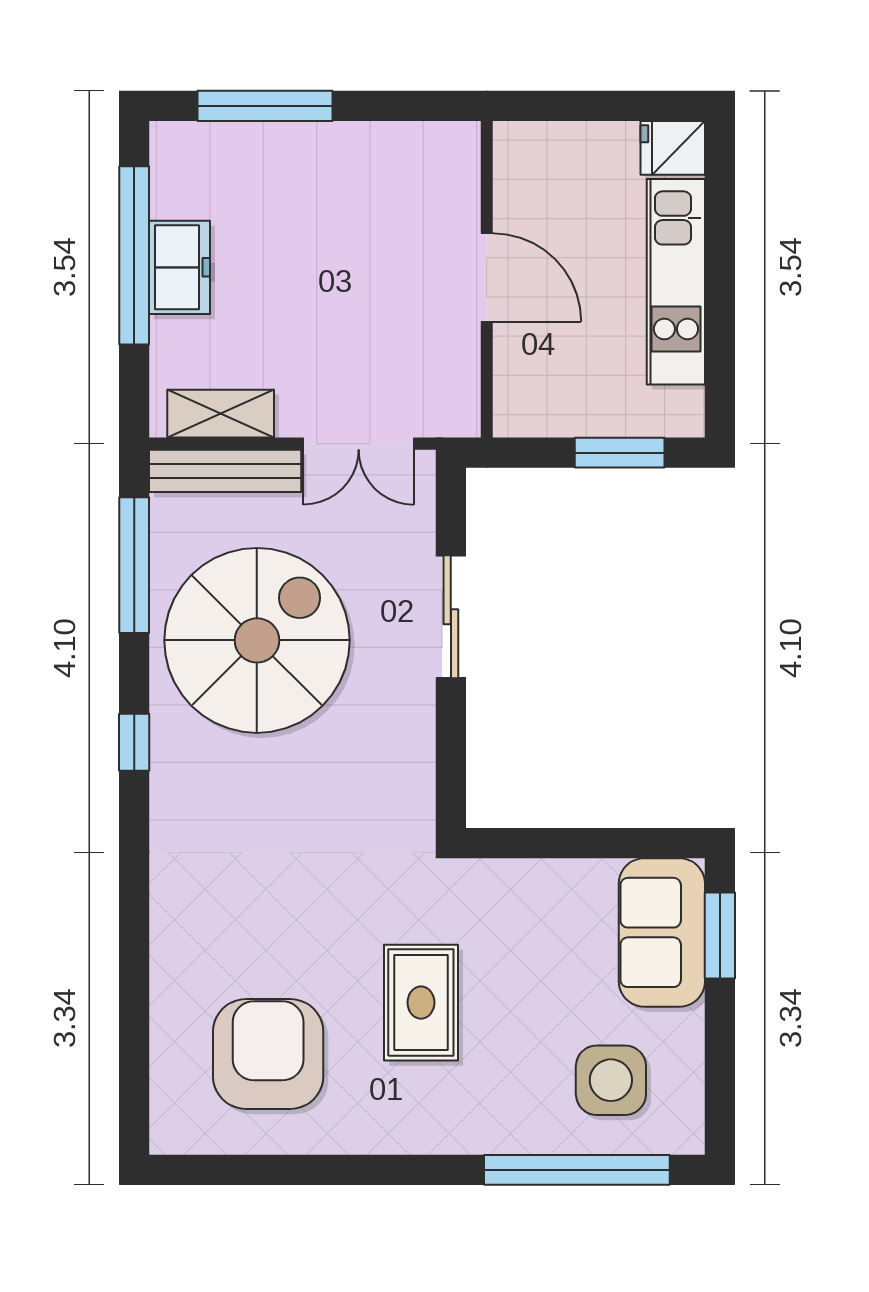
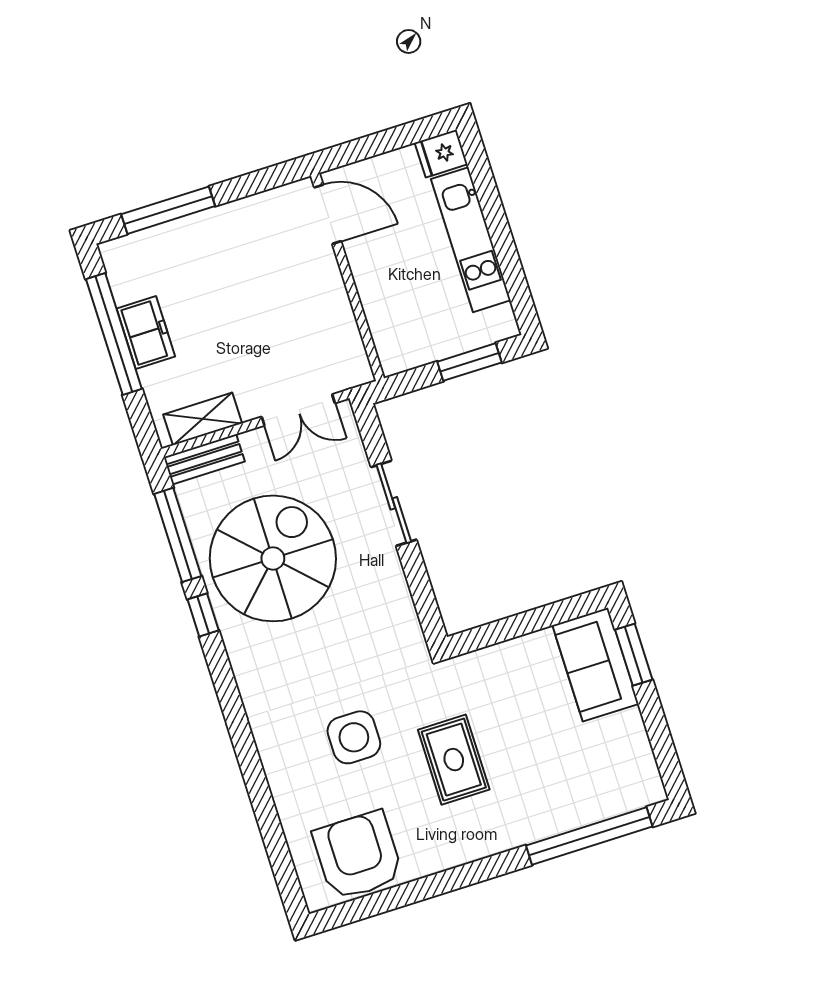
door: (487, 277) -> (328, 214), moved
bench: (225, 471) -> (204, 459), width x0.73
window: (134, 742) -> (203, 615), moved
armchair: (268, 1054) -> (358, 855), moved
side table: (611, 1080) -> (354, 737), moved

